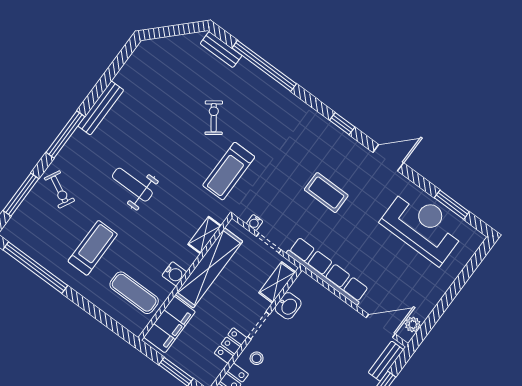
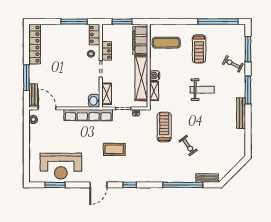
water cooler: (174, 274) -> (155, 76), moved
washbasin: (288, 306) -> (94, 101), moved
door: (381, 326) -> (47, 108), swing flipped

